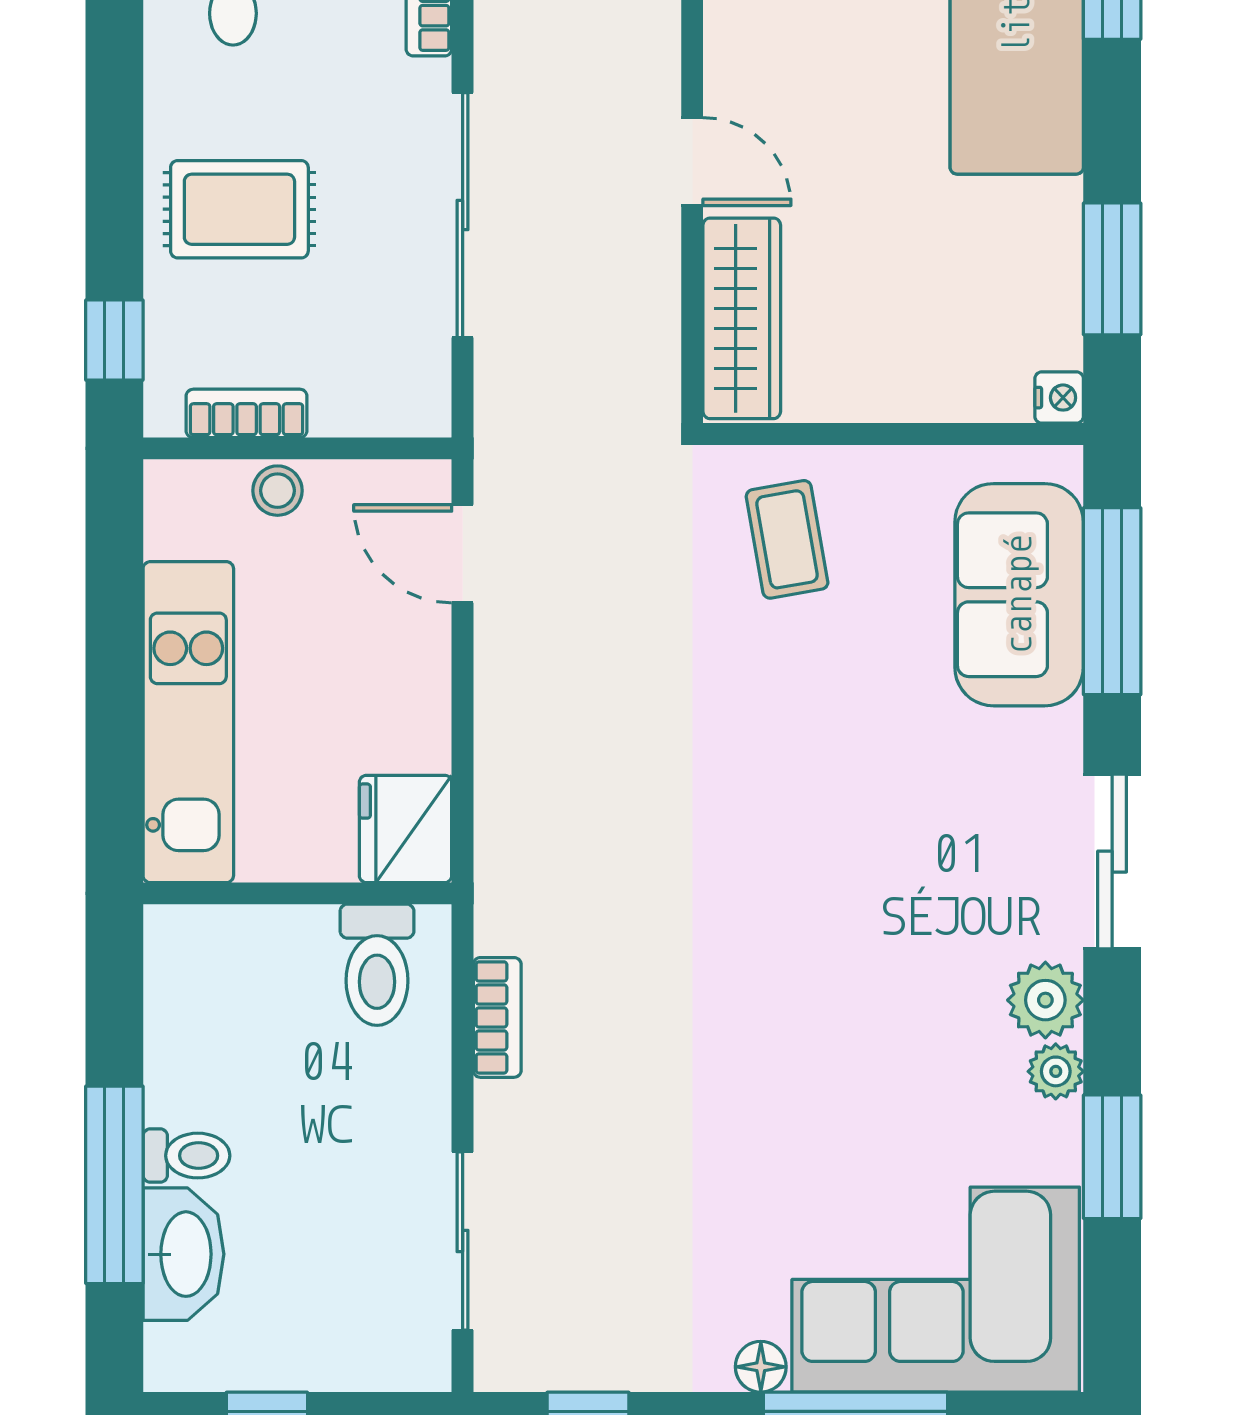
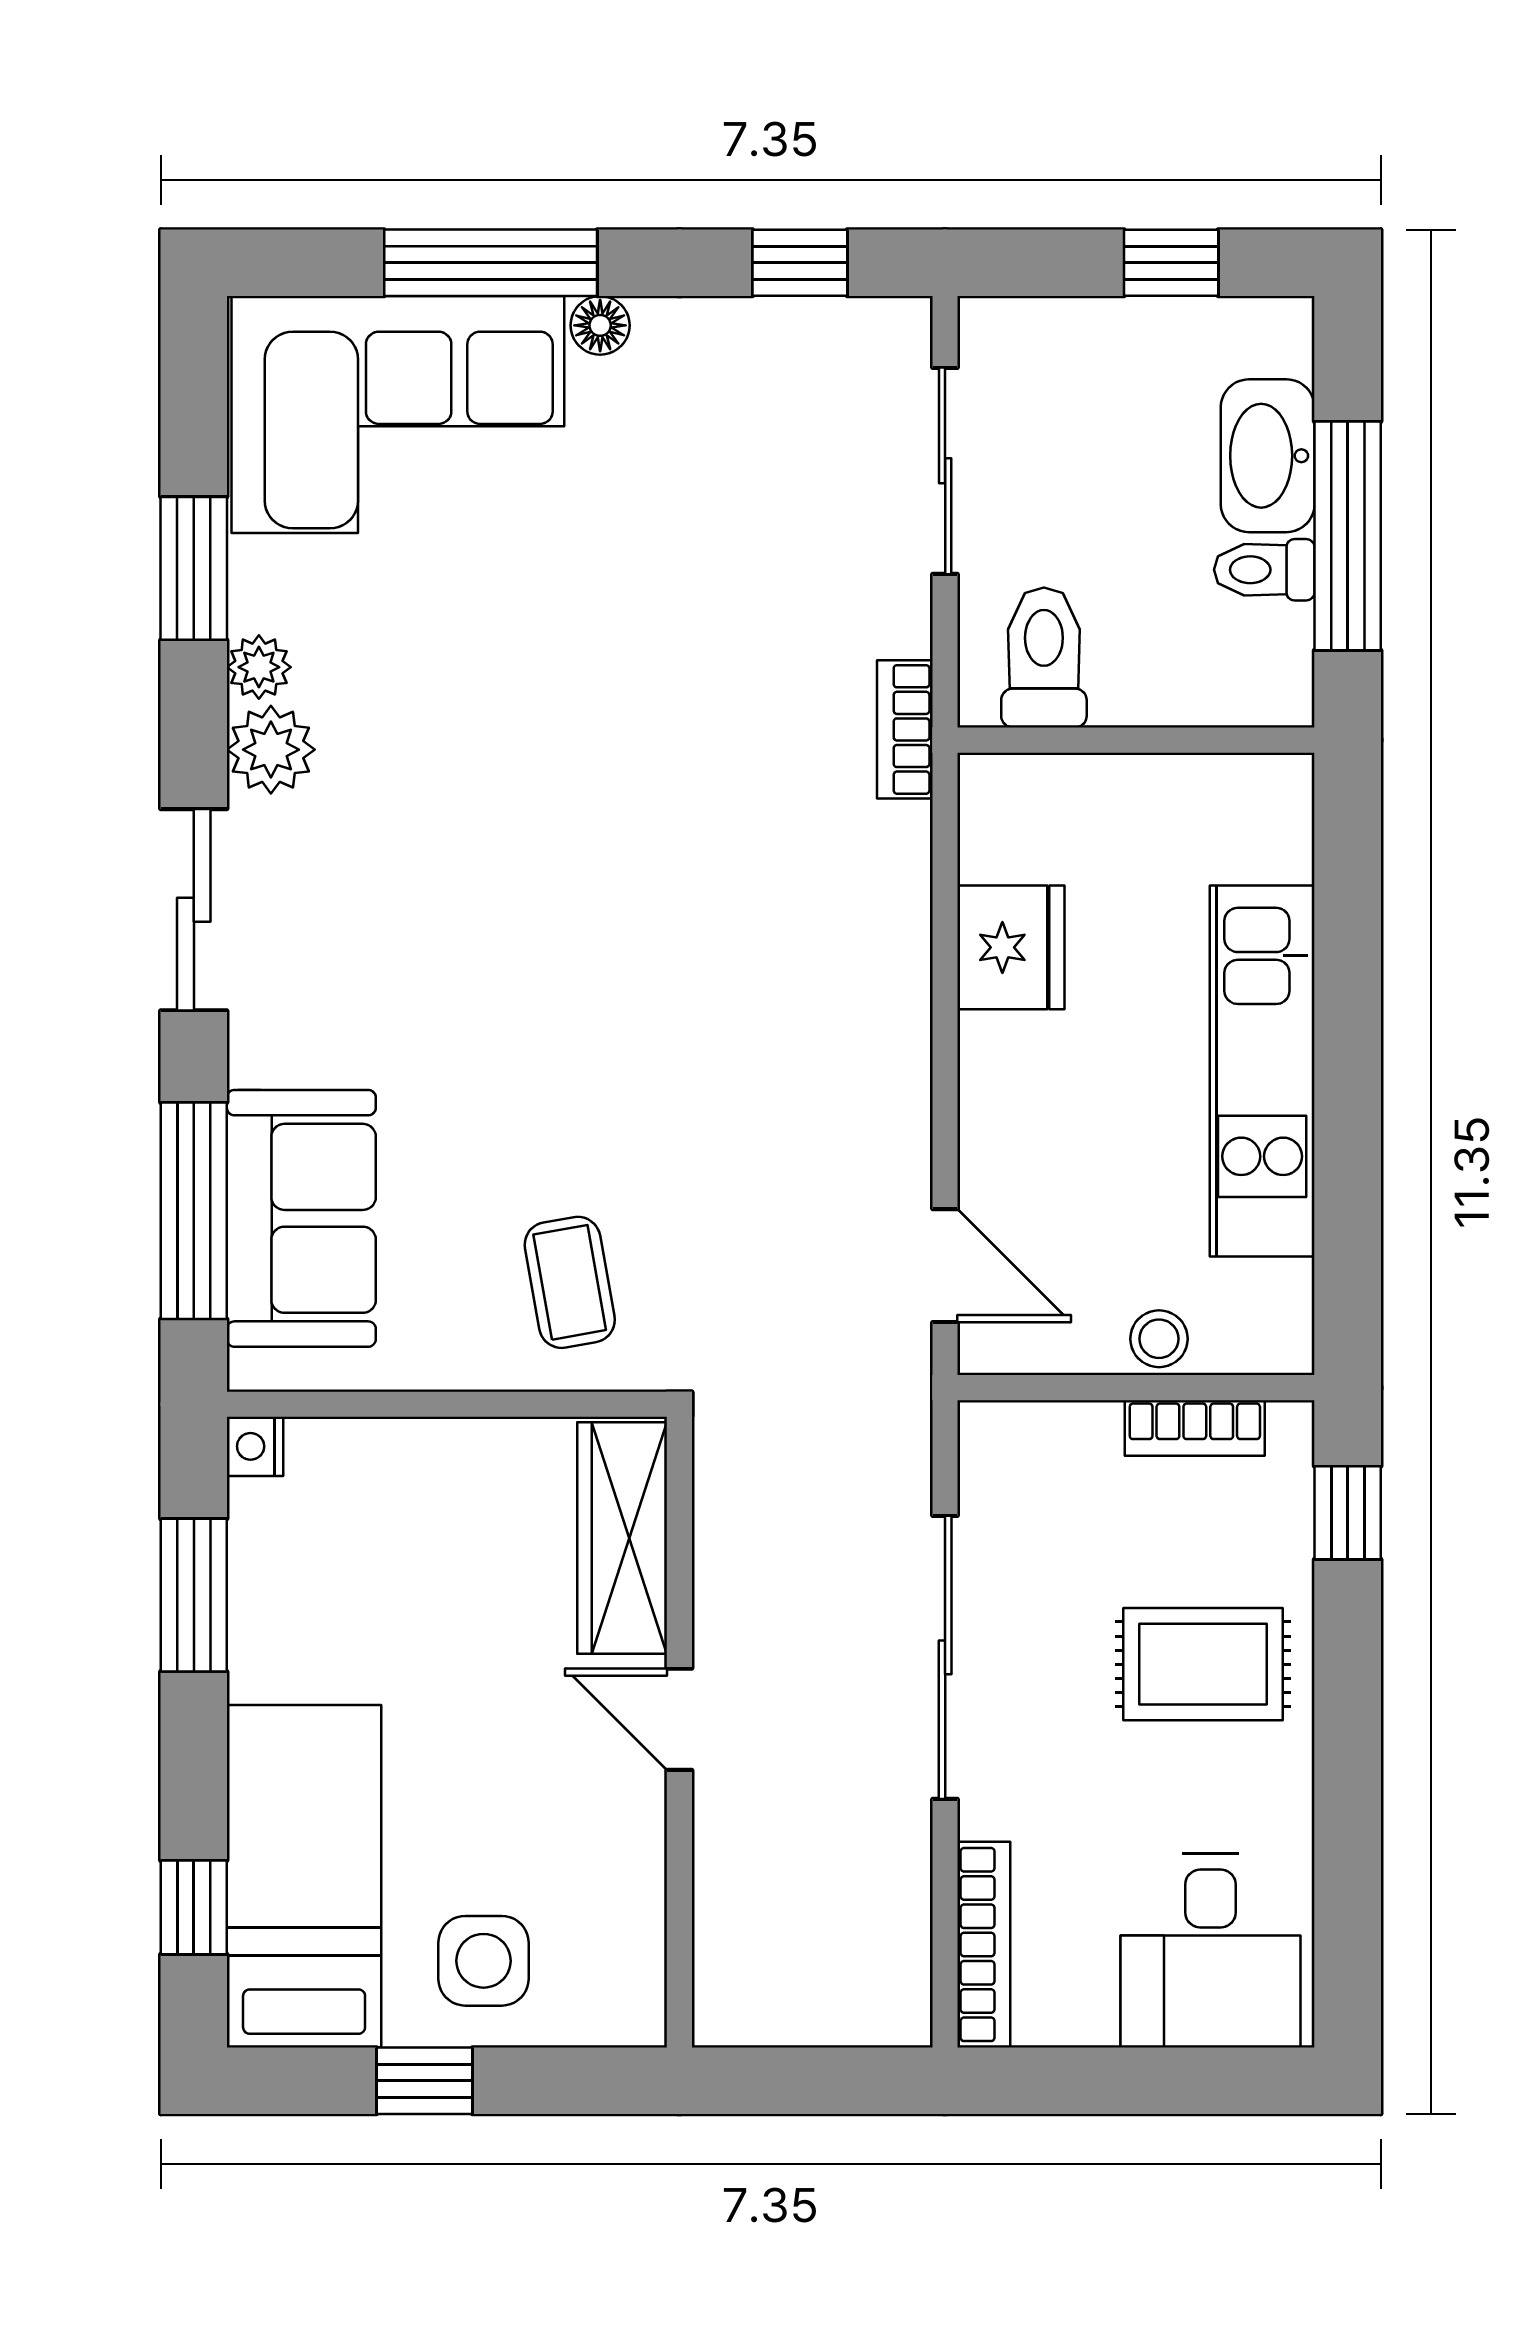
wall: (297, 893) -> (1136, 740), moved
toilet: (377, 965) -> (1044, 658), moved

